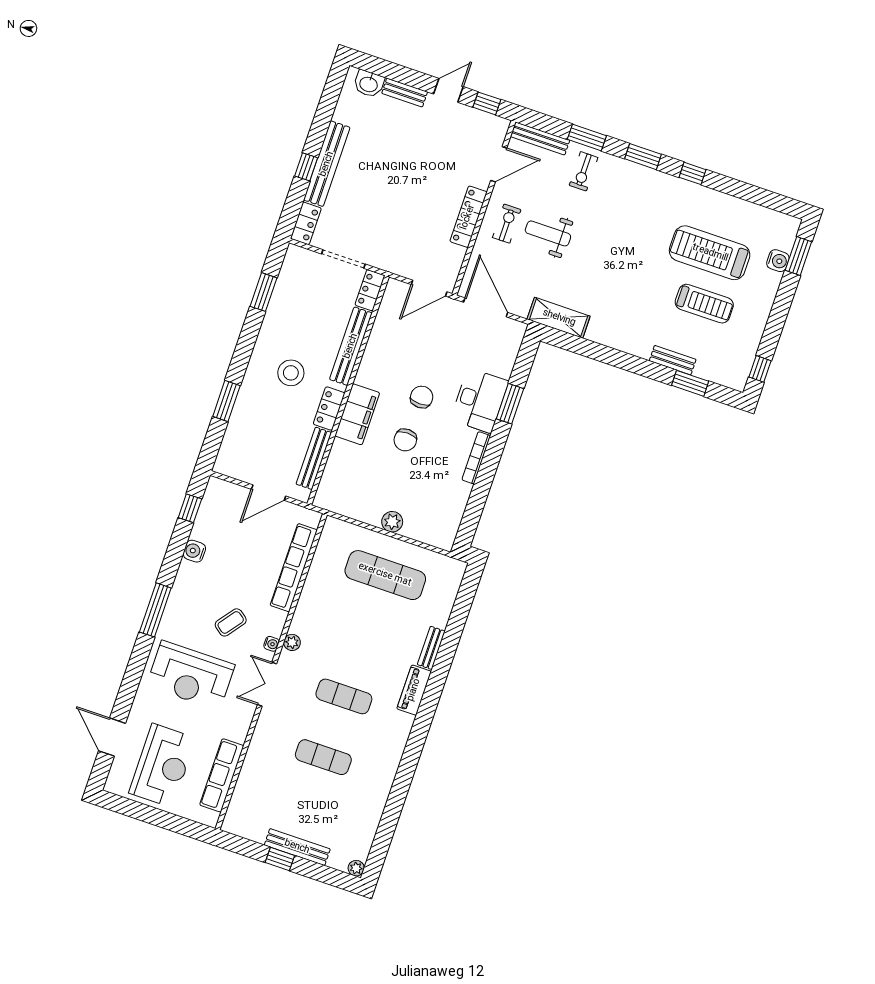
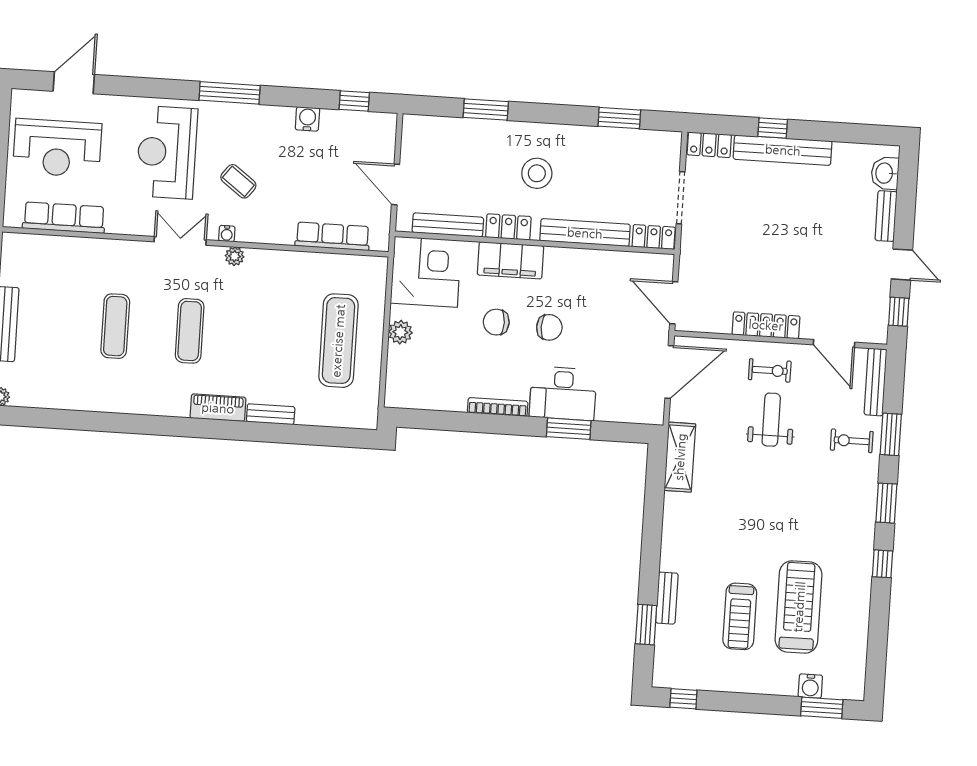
corner desk: (348, 487) -> (426, 272), added
row of seats: (294, 568) -> (332, 236), width x0.73

